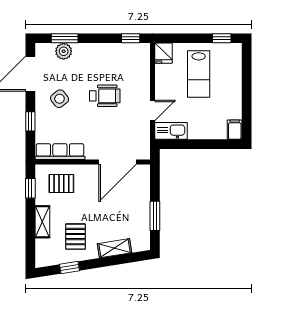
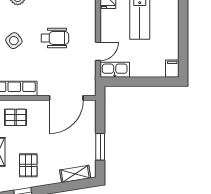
shelving: (114, 248) -> (75, 174), moved

